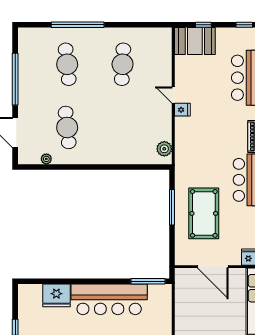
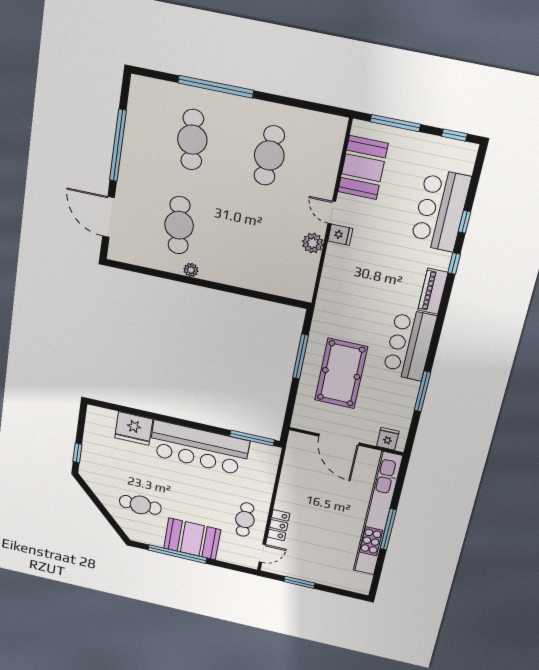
window: (203, 25) -> (395, 123), width x2.17
booth: (195, 41) -> (363, 168), moved, turned 90
plant: (164, 149) -> (313, 243), moved
plant: (46, 159) -> (191, 270), moved

